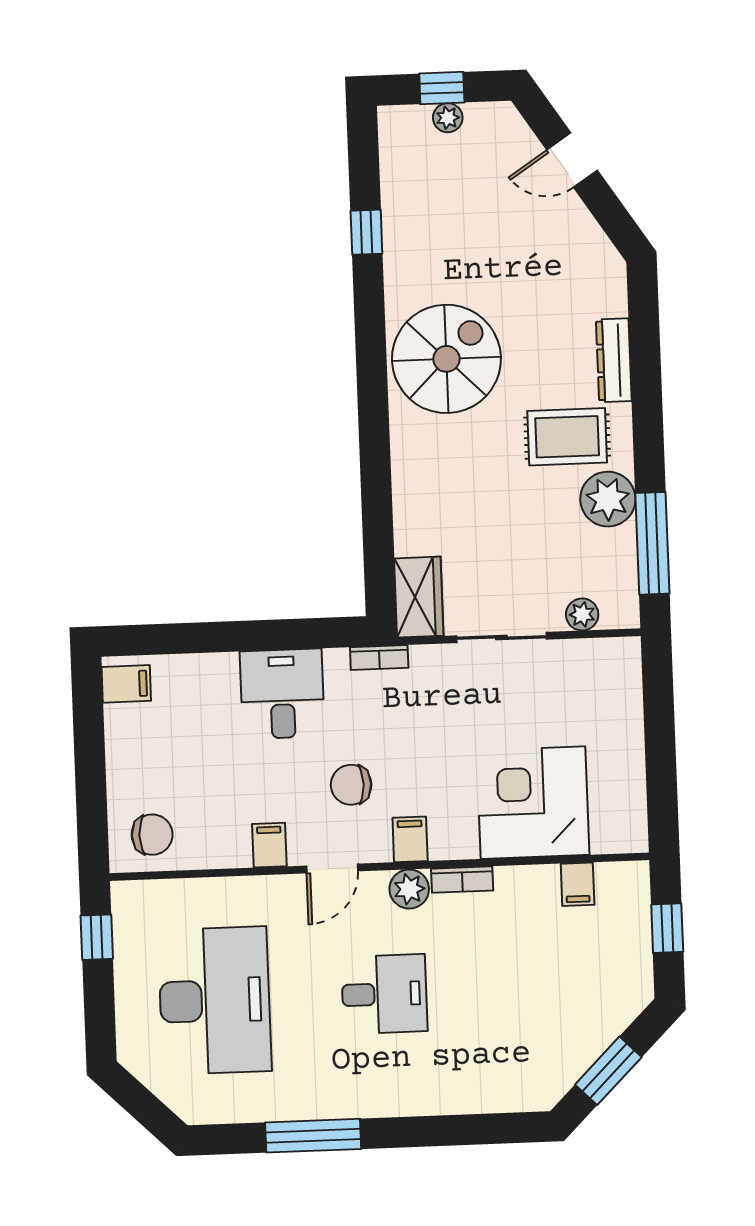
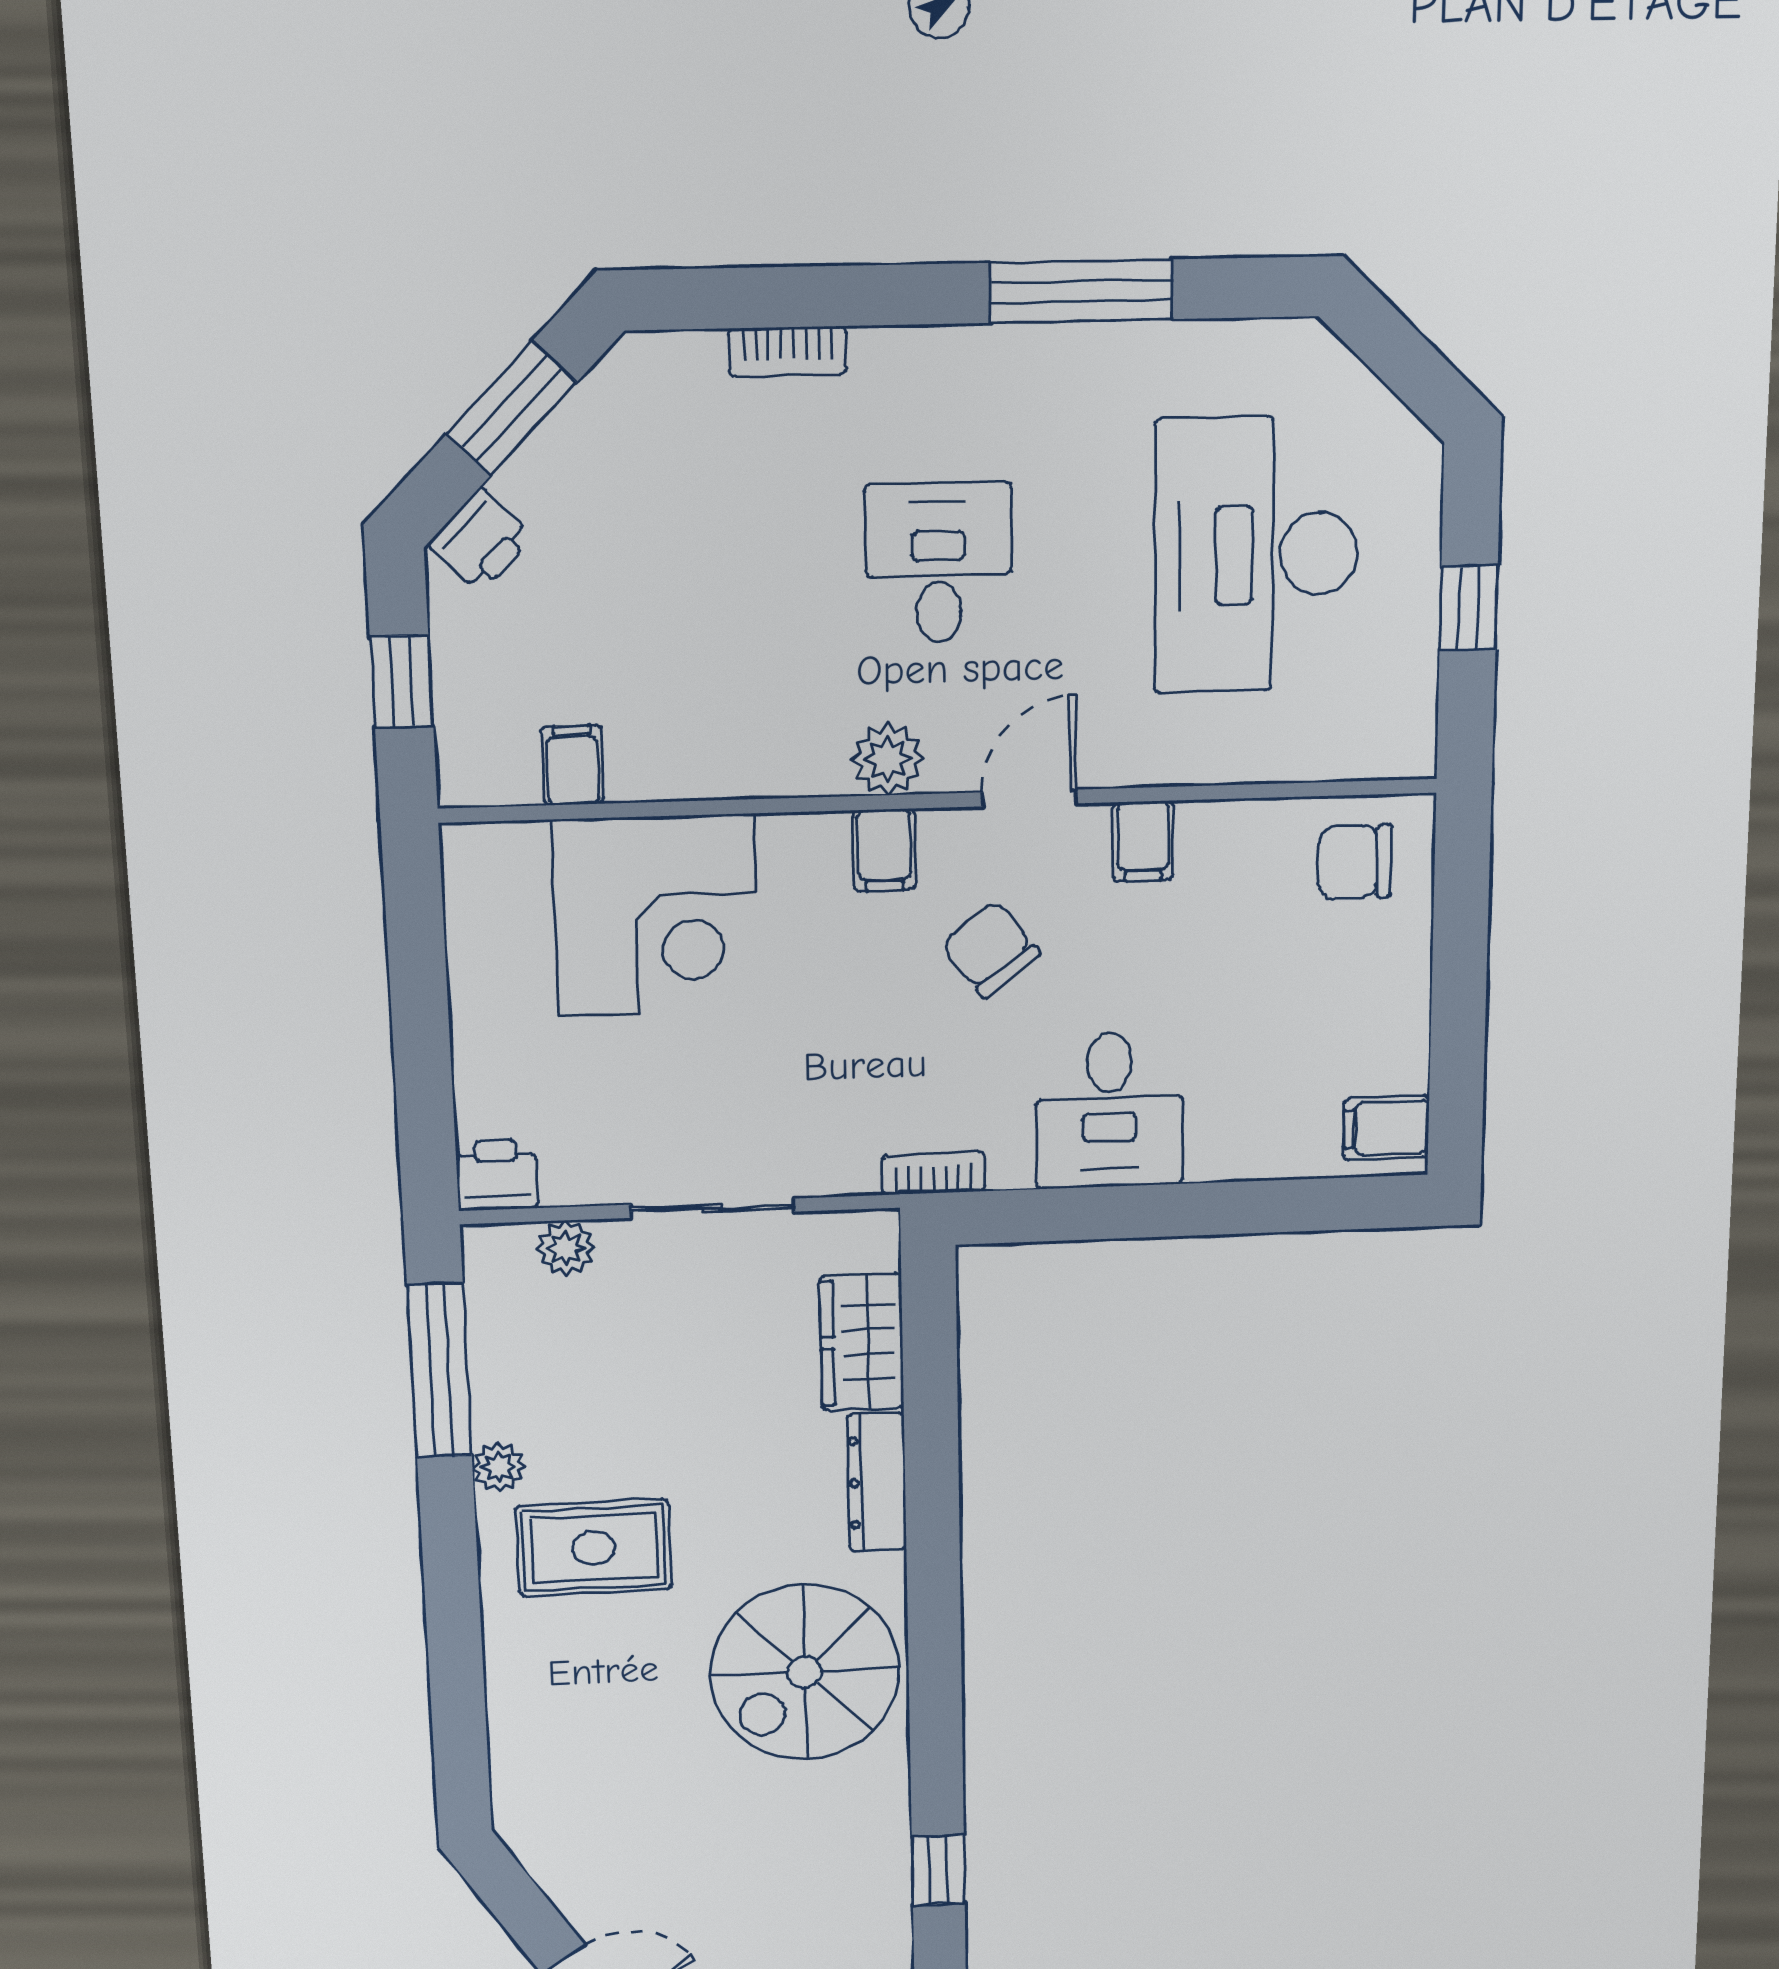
dresser: (614, 360) -> (877, 1482), moved, turned 180
plant: (608, 499) -> (499, 1467), width x0.53, depth x0.53
wardrobe: (419, 597) -> (862, 1342), moved
printer: (620, 657) -> (497, 1175), added
chair: (351, 785) -> (990, 949), turned -127
bookcase: (462, 880) -> (788, 351), moved, turned 180
window: (97, 937) -> (1469, 608), moved
desk: (384, 994) -> (939, 563), turned 90
printer: (625, 1003) -> (481, 540), added

